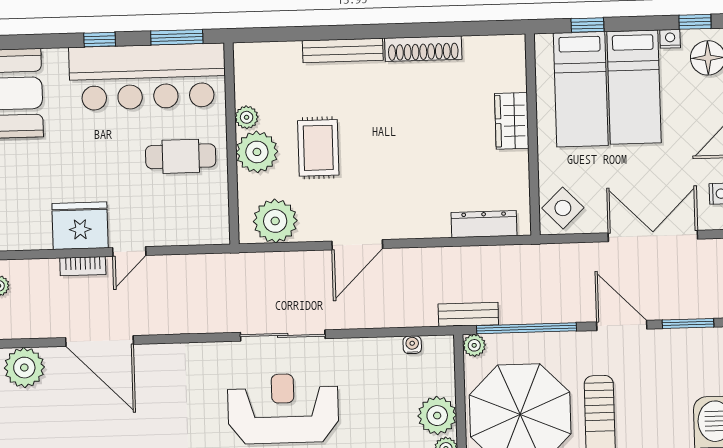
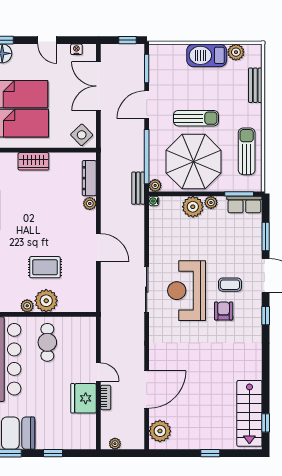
plant: (275, 221) -> (90, 204), moved, width x0.53, depth x0.53
water cooler: (412, 345) -> (154, 201), moved

